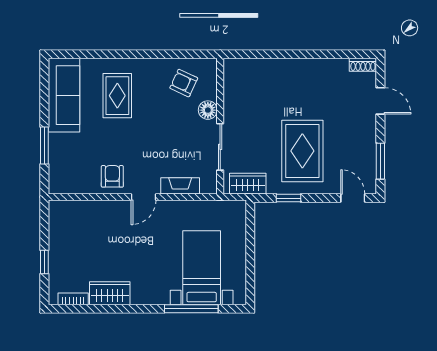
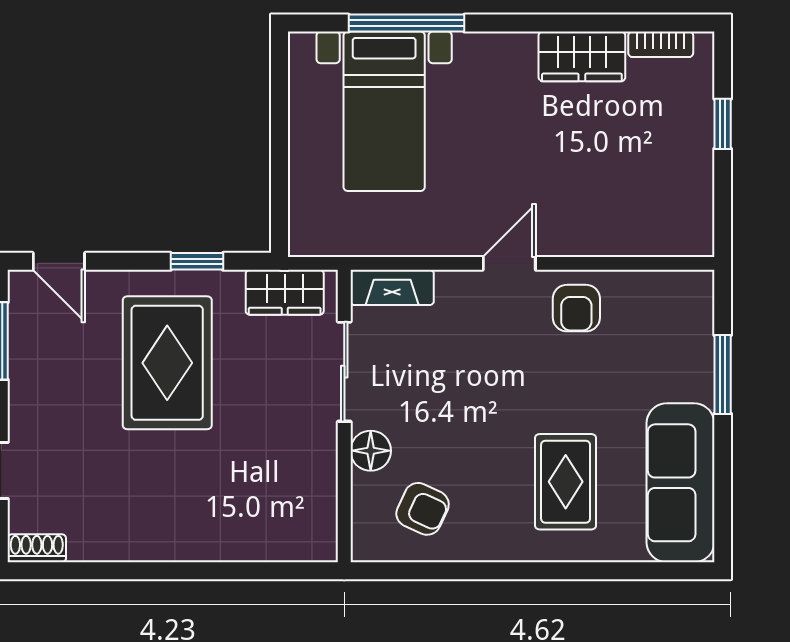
fireplace: (180, 186) -> (392, 287), moved

